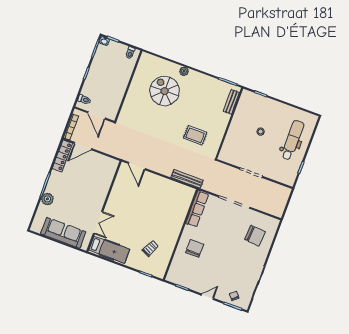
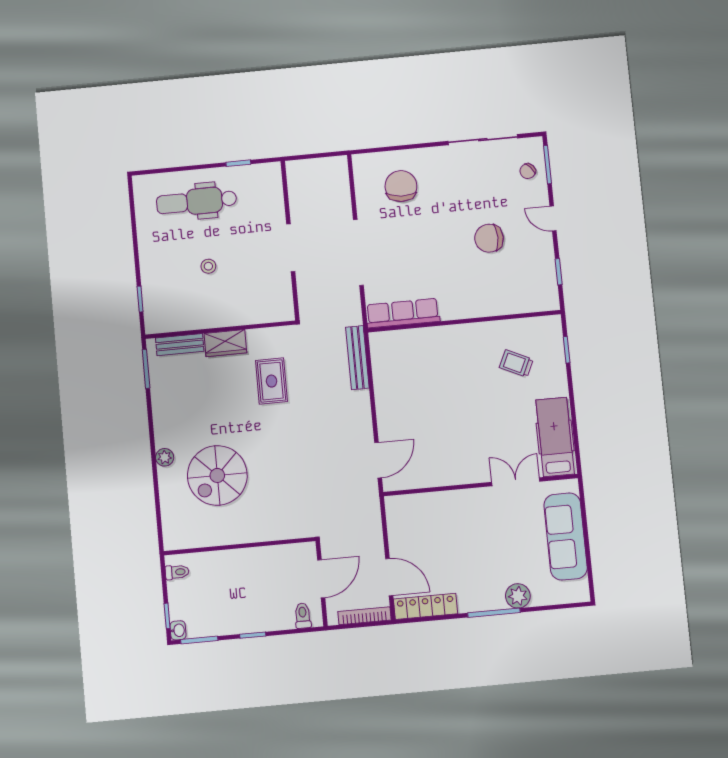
wardrobe: (222, 123) -> (225, 343), added
chair: (195, 248) -> (489, 238), moved

